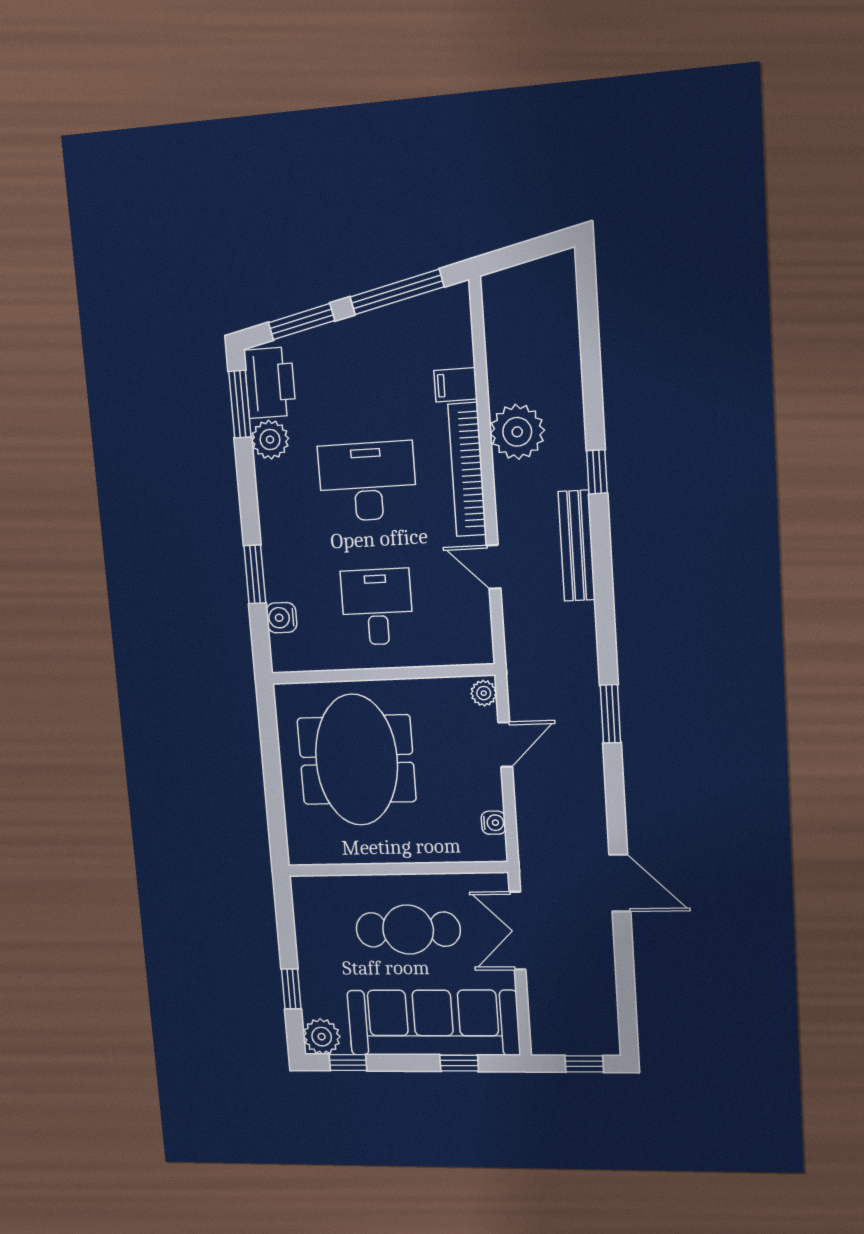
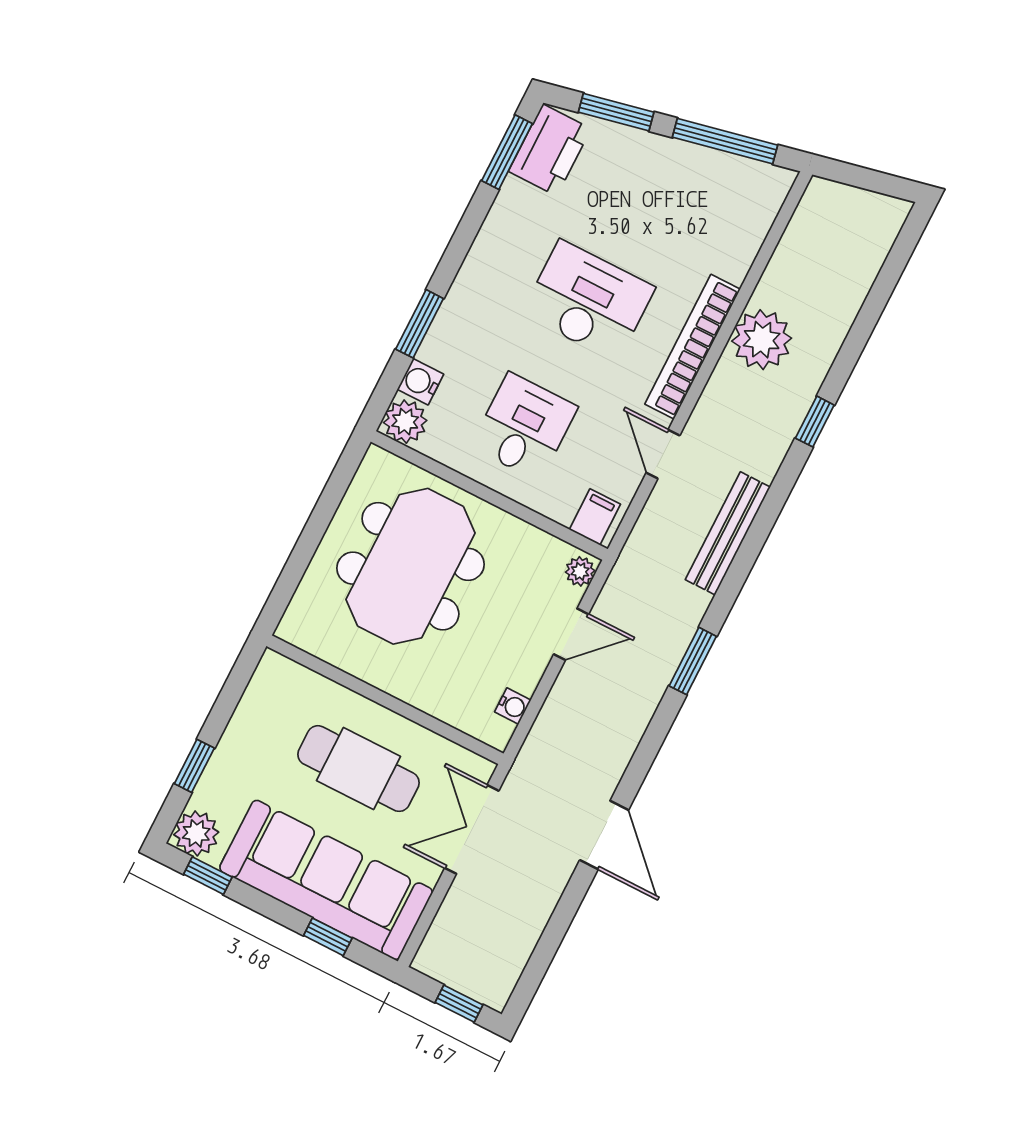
filing cabinet: (456, 385) -> (595, 517), moved, turned 90
plant: (270, 440) -> (405, 422), moved
bench: (577, 546) -> (728, 533), moved

